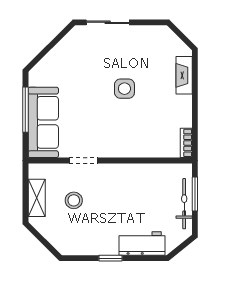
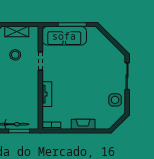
fireplace: (184, 75) -> (83, 124), moved
side table: (124, 89) -> (115, 100), moved
tv unit: (136, 150) -> (47, 94), added

